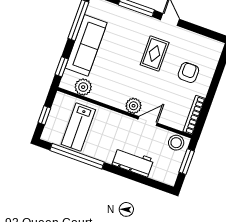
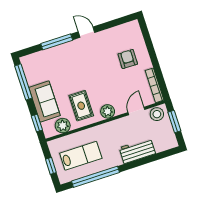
sofa: (86, 45) -> (44, 101), width x0.73
rug: (155, 54) -> (81, 106), moved
door: (148, 121) -> (136, 111), moved
lab bench: (78, 127) -> (81, 156), turned -90

